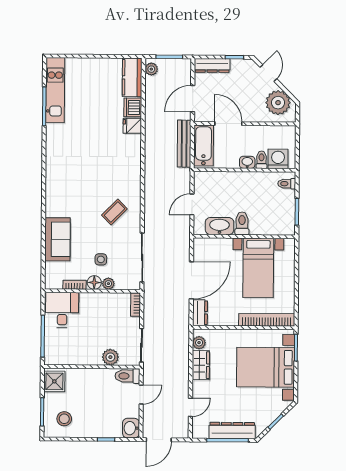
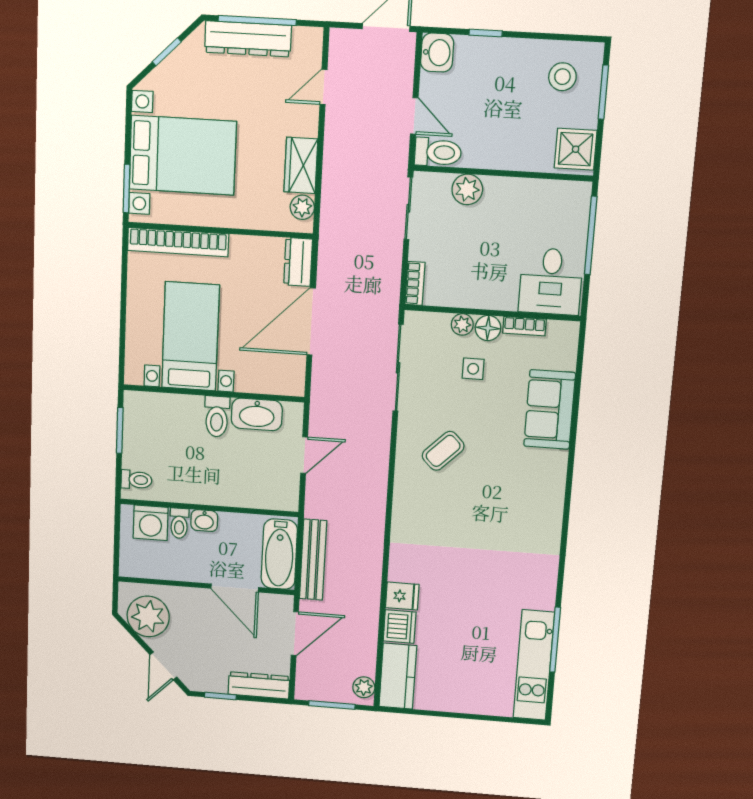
door: (141, 394) -> (414, 116), swing flipped

